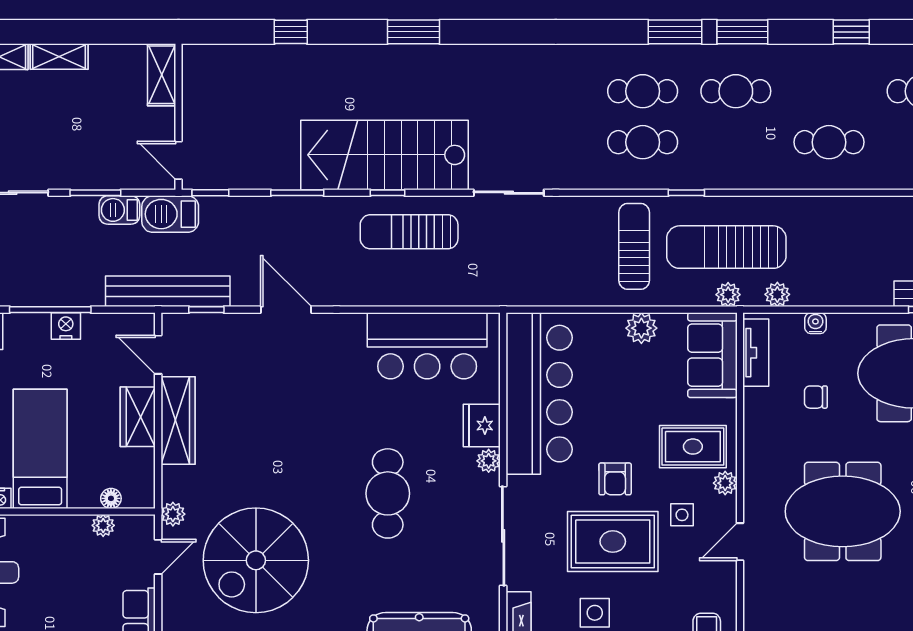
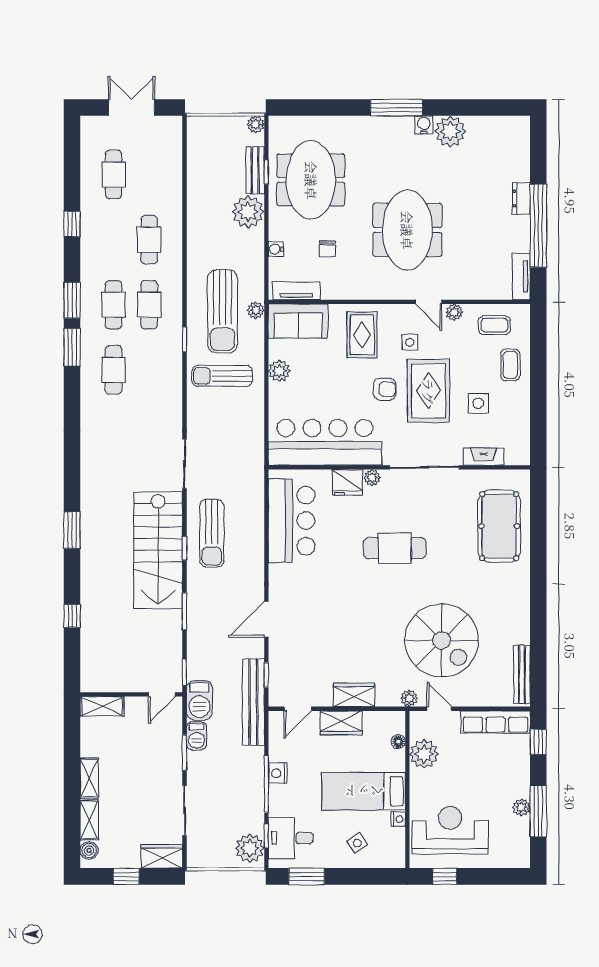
cafe table: (643, 142) -> (149, 305), moved
plant: (777, 294) -> (248, 212), moved, width x1.88, depth x1.88
wardrobe: (178, 421) -> (354, 695), width x0.67
plant: (725, 483) -> (454, 312), moved
plant: (103, 525) -> (424, 754), width x1.88, depth x1.88

